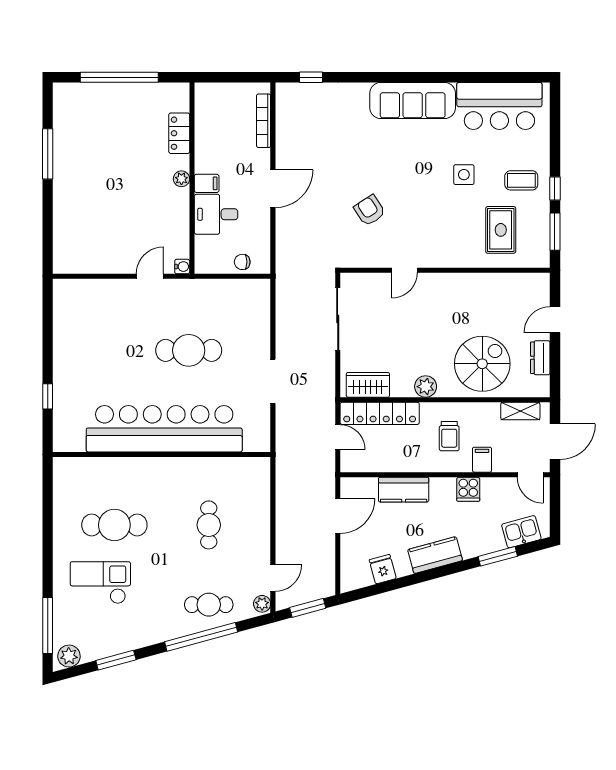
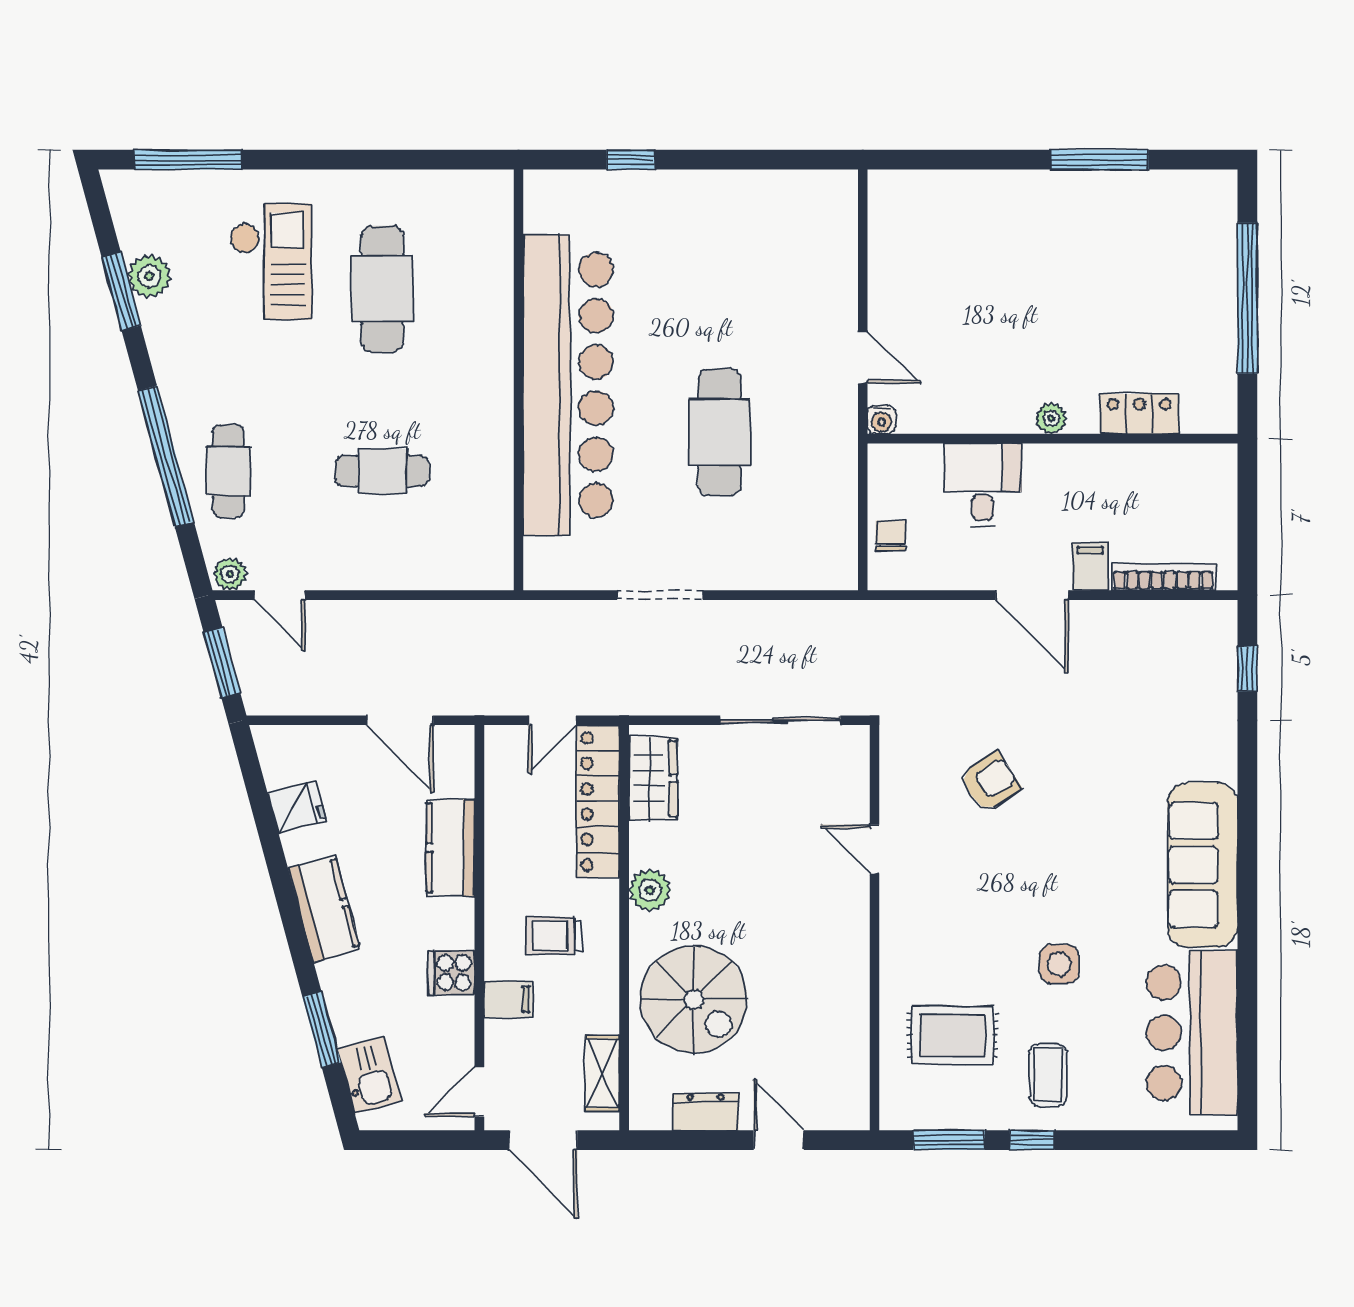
filing cabinet: (207, 183) -> (1090, 567), moved, turned 180
plant: (69, 656) -> (149, 276), moved

